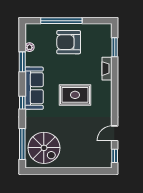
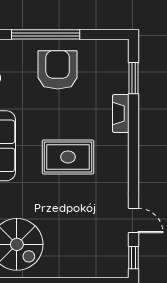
armchair: (69, 42) -> (58, 70), turned 90
door: (115, 133) -> (133, 221), swing flipped

